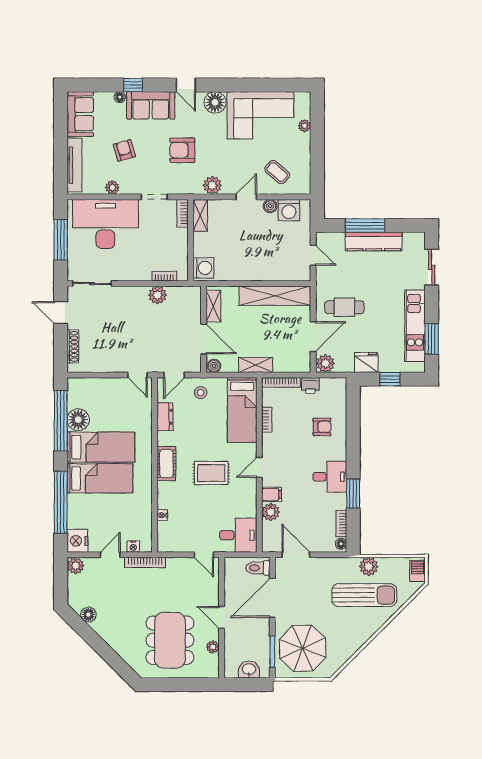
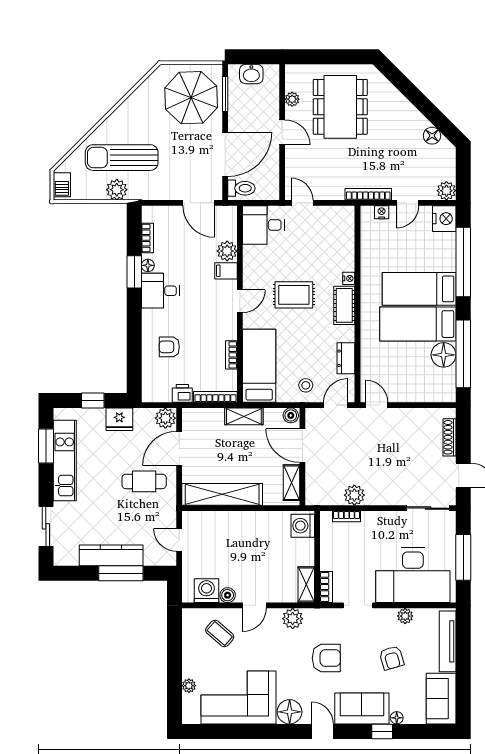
nightstand: (162, 515) -> (349, 278), moved
floor lamp: (341, 544) -> (148, 265), moved

